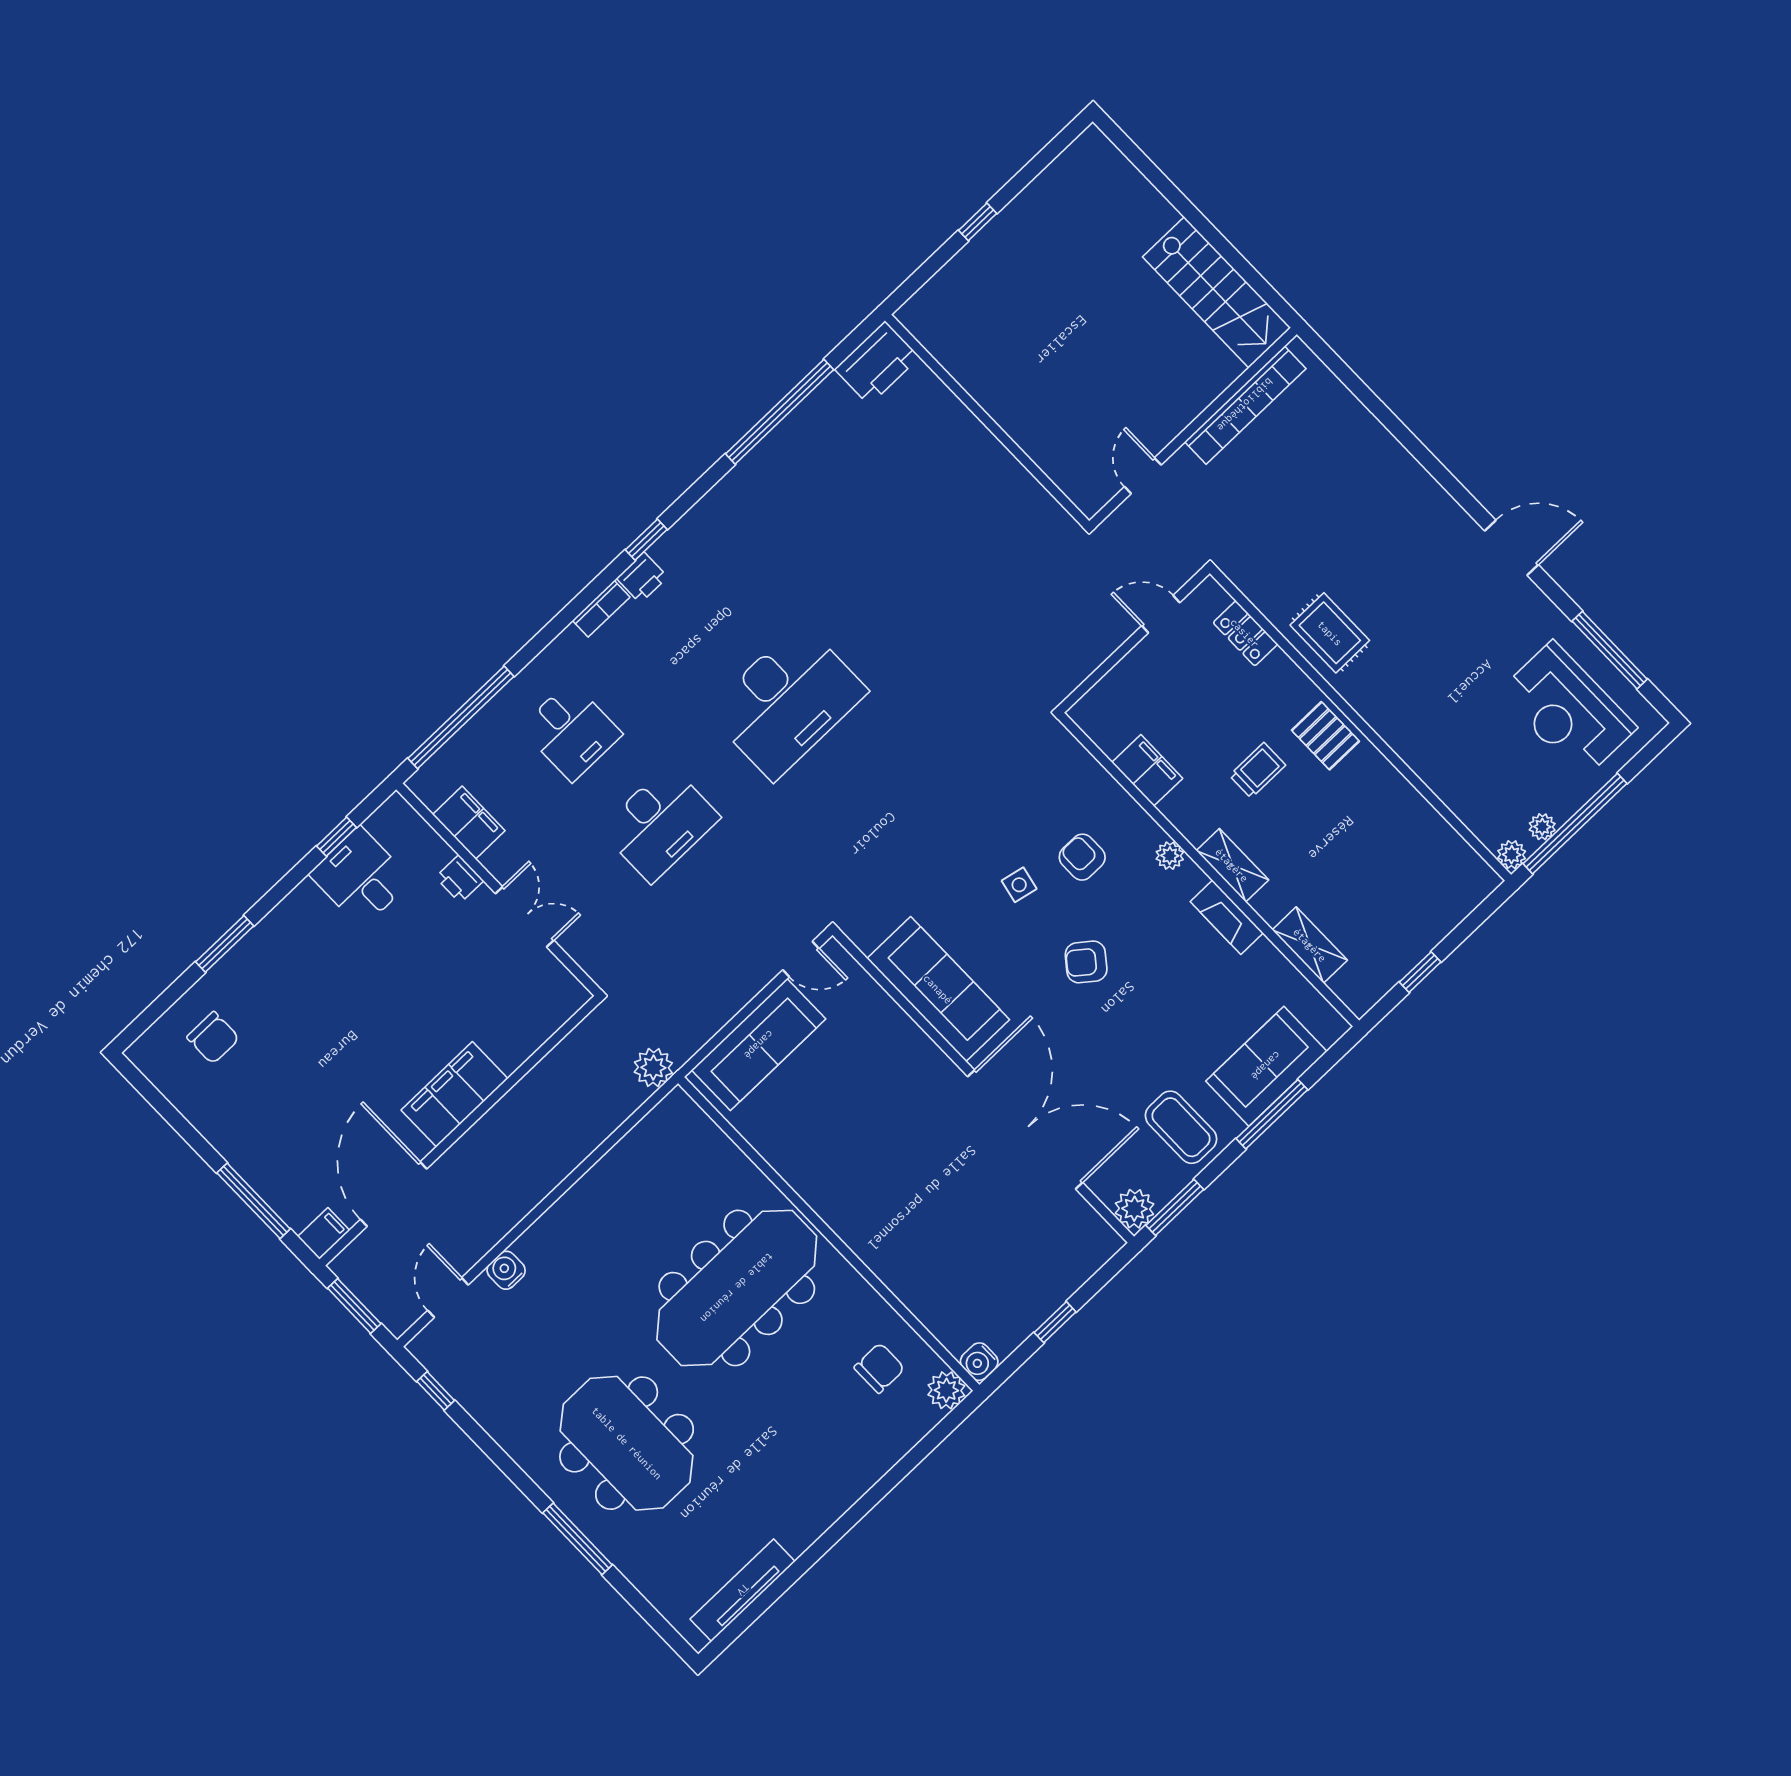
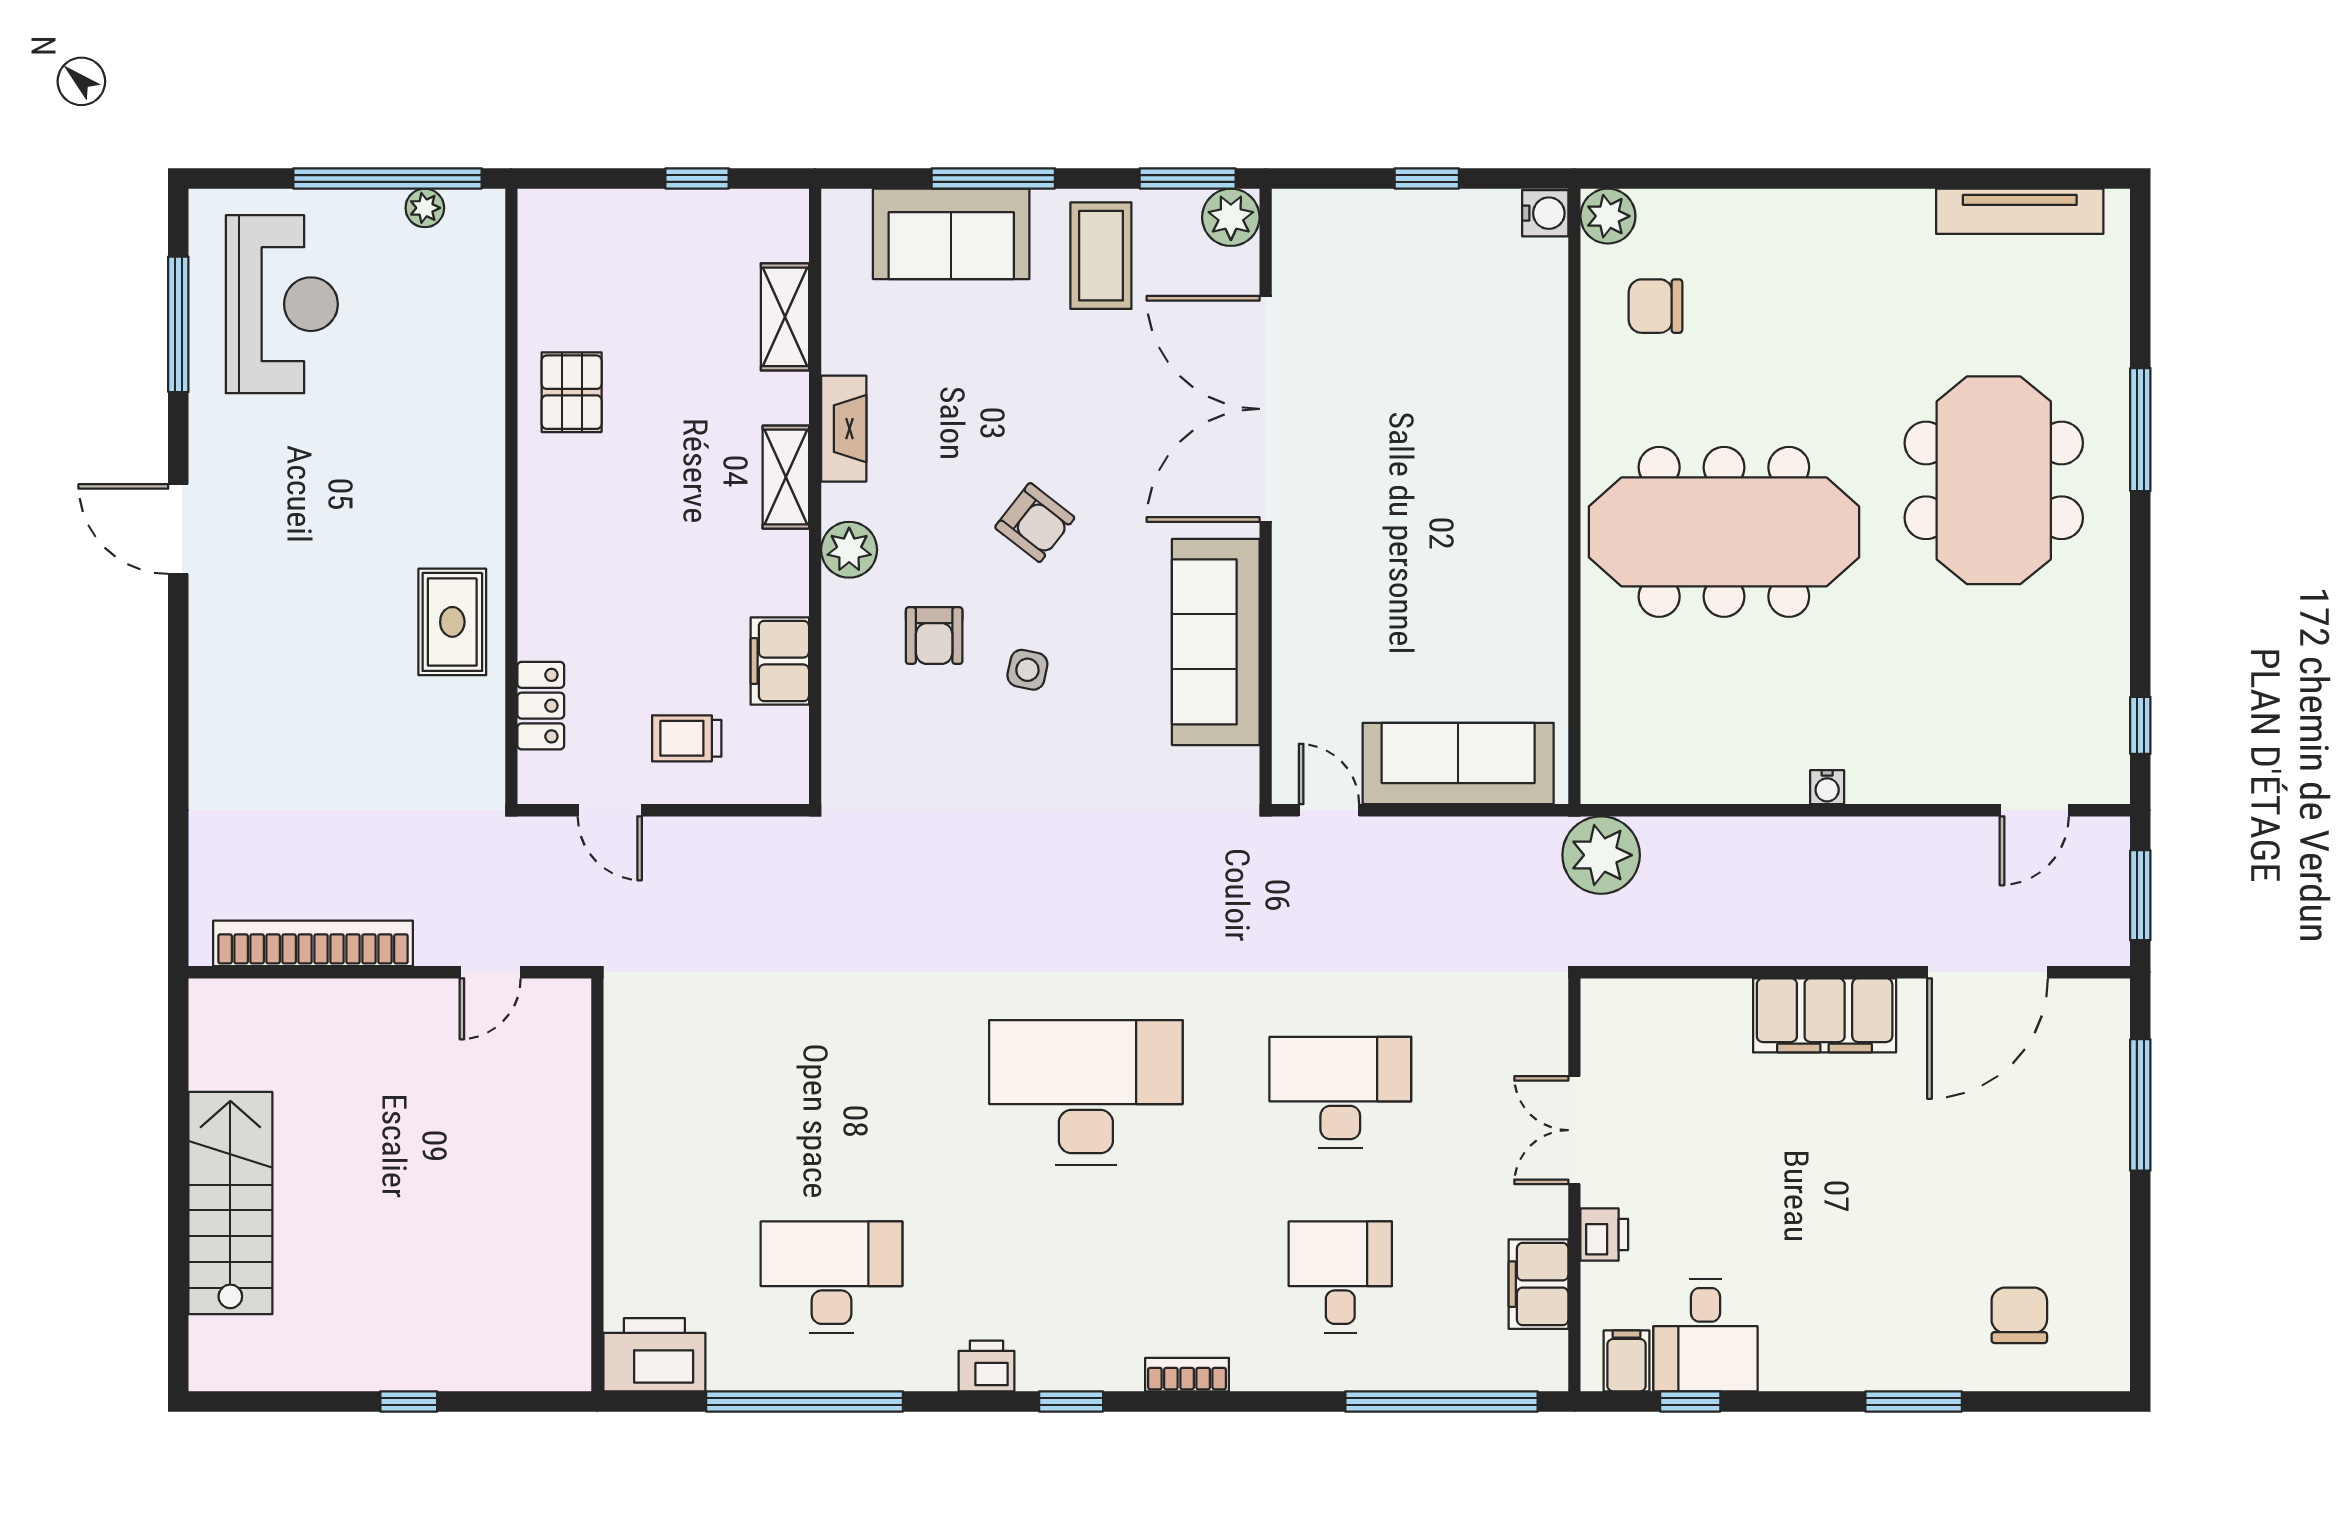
stairs: (1217, 292) -> (230, 1203), moved
desk: (826, 487) -> (831, 1277), added
printer: (642, 578) -> (987, 1366), moved
pallet: (1325, 736) -> (572, 392), moved
trolley: (1257, 770) -> (687, 738), moved
plant: (1512, 855) -> (485, 209), removed
plant: (1170, 856) -> (849, 550), width x1.38, depth x1.38
plant: (653, 1068) -> (1601, 855), width x1.36, depth x1.36
filing cabinet: (324, 1233) -> (1627, 1361), moved, turned 90
water cooler: (506, 1270) -> (1827, 787), moved, width x0.72, depth x0.72

